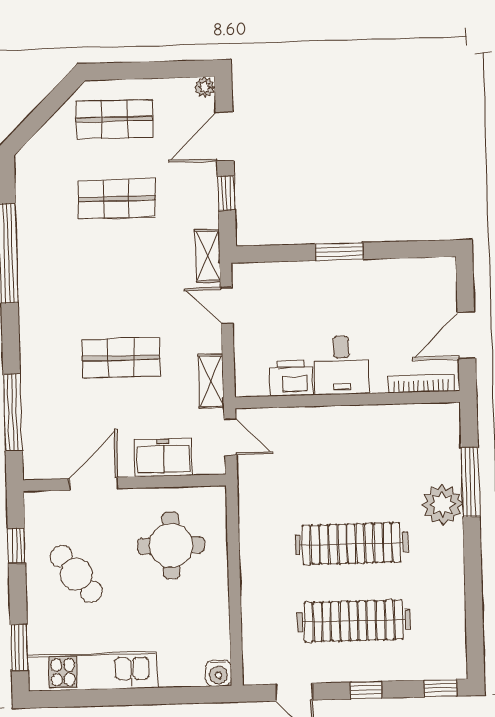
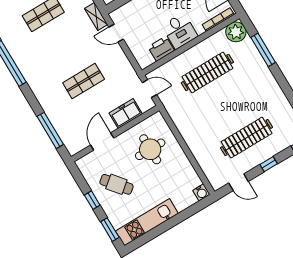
shelving: (211, 381) -> (128, 69), removed
plant: (442, 505) -> (236, 32), moved
clothes rail: (351, 544) -> (207, 72), moved
window: (17, 546) -> (92, 200), moved

